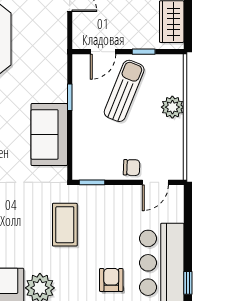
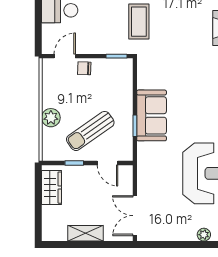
door: (103, 52) -> (108, 163), swing flipped
sun lounger: (124, 91) -> (90, 131), turned 33
sofa: (49, 134) -> (152, 115), moved

